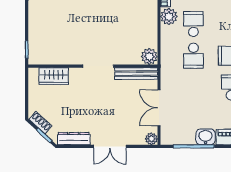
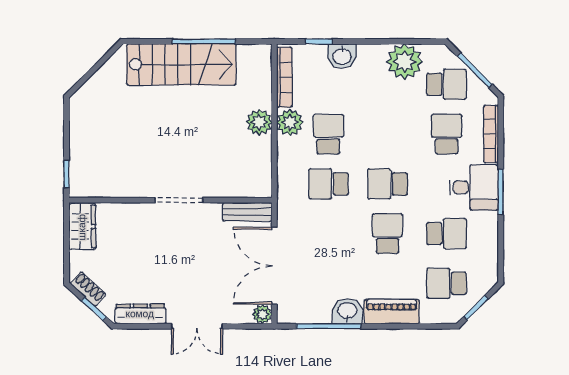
plant: (149, 56) -> (259, 122), moved
school desk: (193, 56) -> (328, 184), turned 90
bench: (136, 74) -> (247, 212), width x0.73
wardrobe: (54, 76) -> (82, 227), moved, turned -90
double door: (159, 108) -> (274, 266), width x1.37

